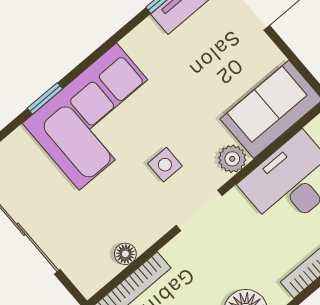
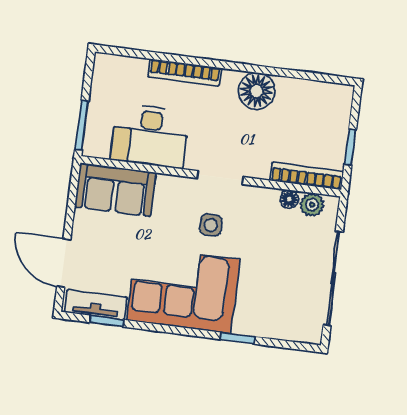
corner sofa: (98, 117) -> (183, 290), moved
plant: (232, 159) -> (312, 205), moved

